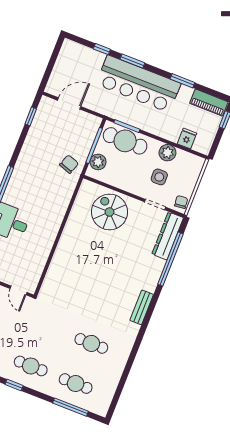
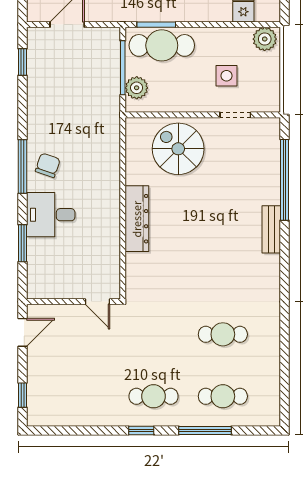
plant: (167, 153) -> (265, 39), moved
chair: (69, 164) -> (48, 165), moved
chair: (181, 202) -> (269, 98), removed
dresser: (168, 236) -> (137, 219), moved, turned 180
bench: (142, 307) -> (271, 229), moved
window: (70, 407) -> (205, 431), moved

